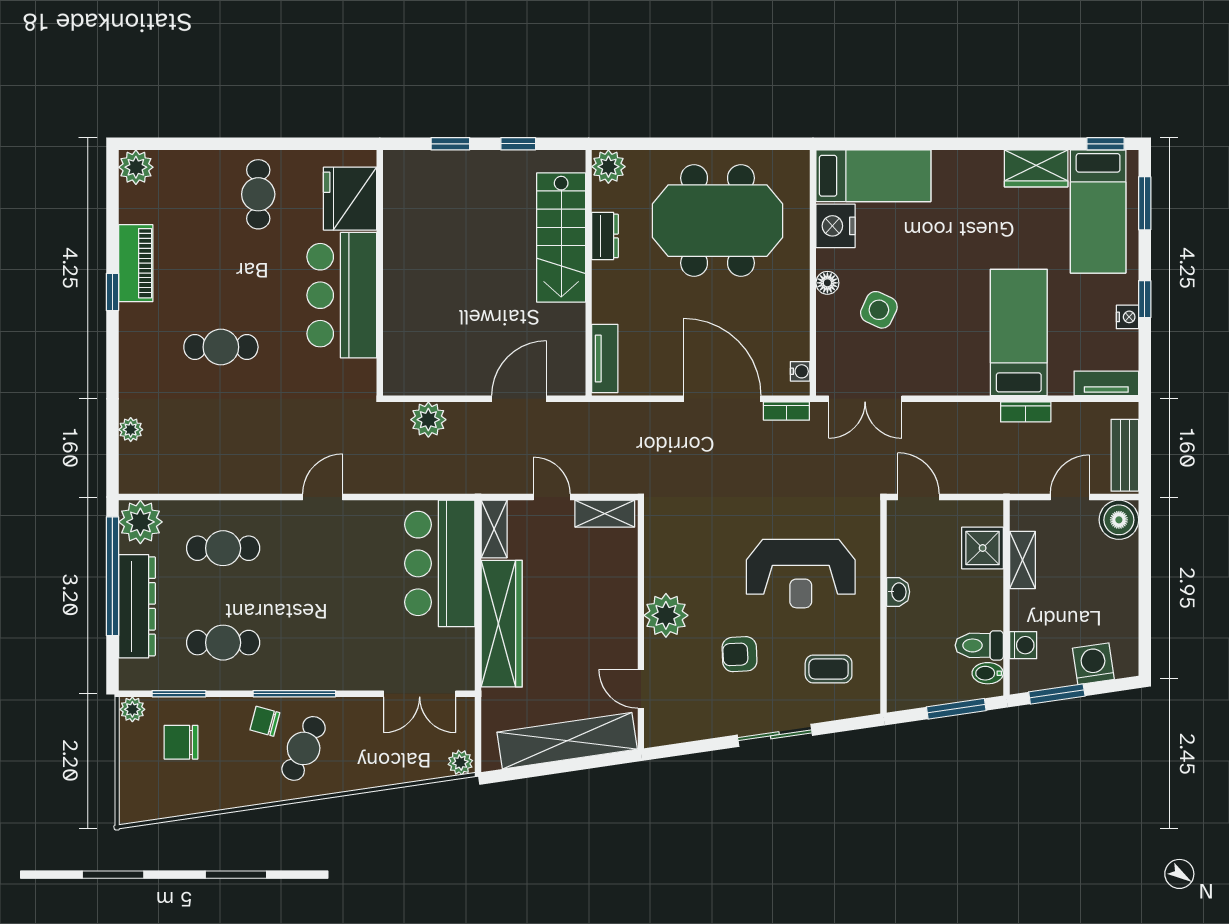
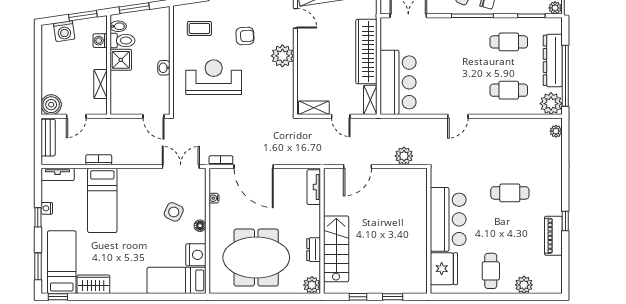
plant: (136, 167) -> (524, 285), moved
water cooler: (800, 371) -> (214, 198), moved
plant: (131, 430) -> (556, 131), moved
shower: (983, 548) -> (121, 60), moved

